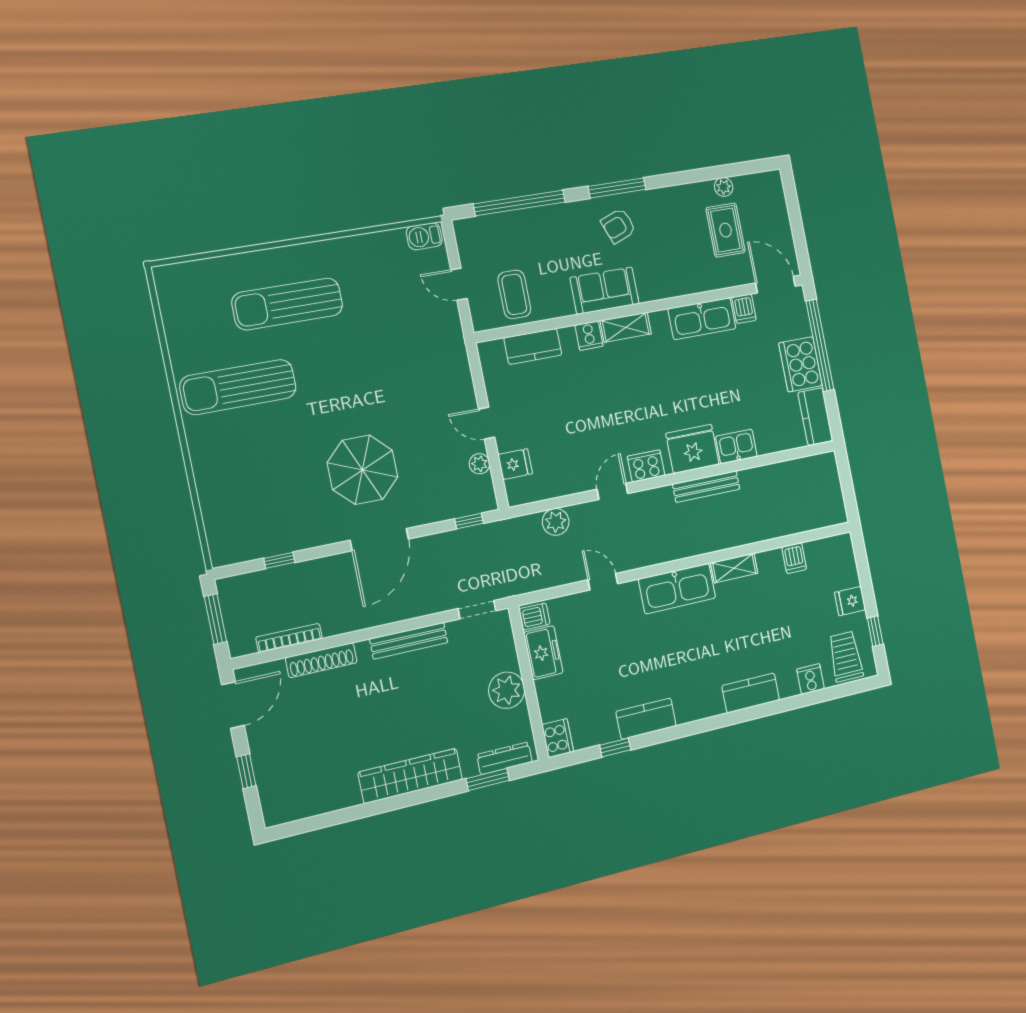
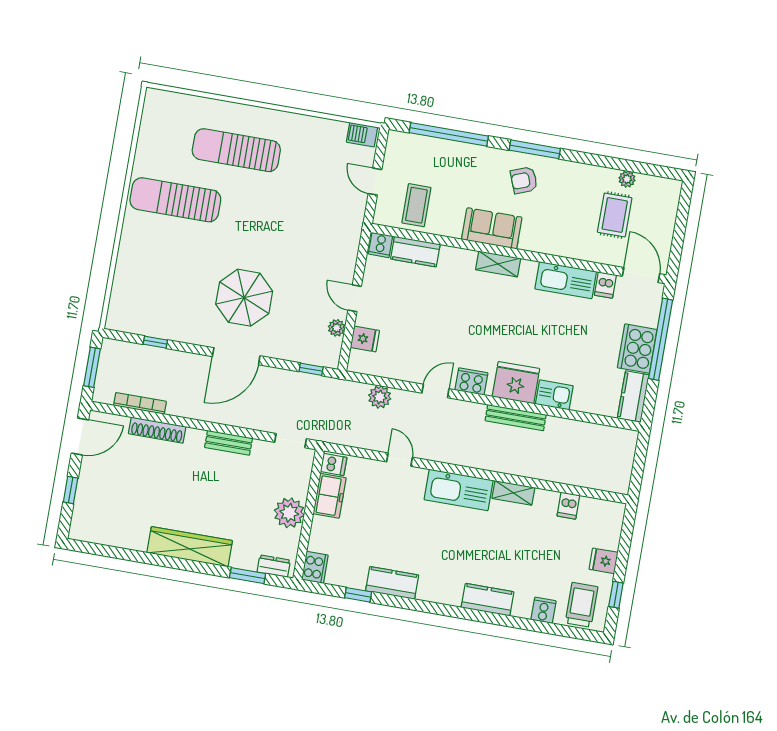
cooker: (589, 336) -> (381, 245), moved
bench: (409, 641) -> (229, 443), width x0.73
dresser: (505, 758) -> (274, 566), width x0.70

